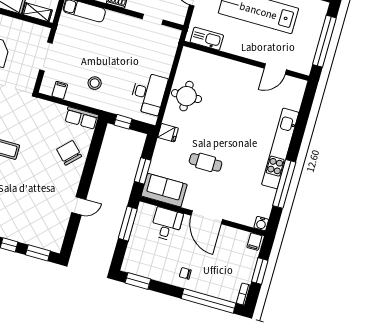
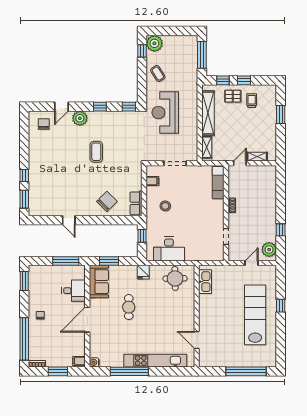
kitchen sink: (207, 39) -> (205, 282), moved
wall: (246, 61) -> (197, 316), moved
door: (275, 69) -> (197, 340), moved

